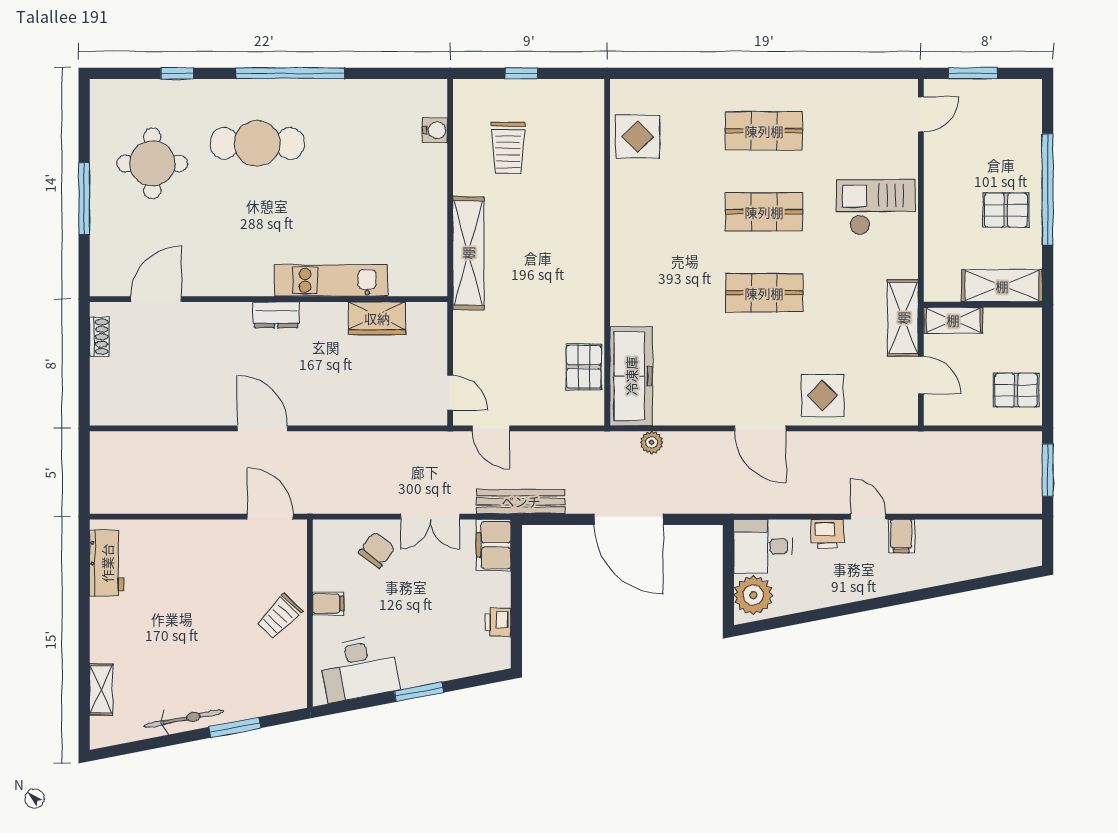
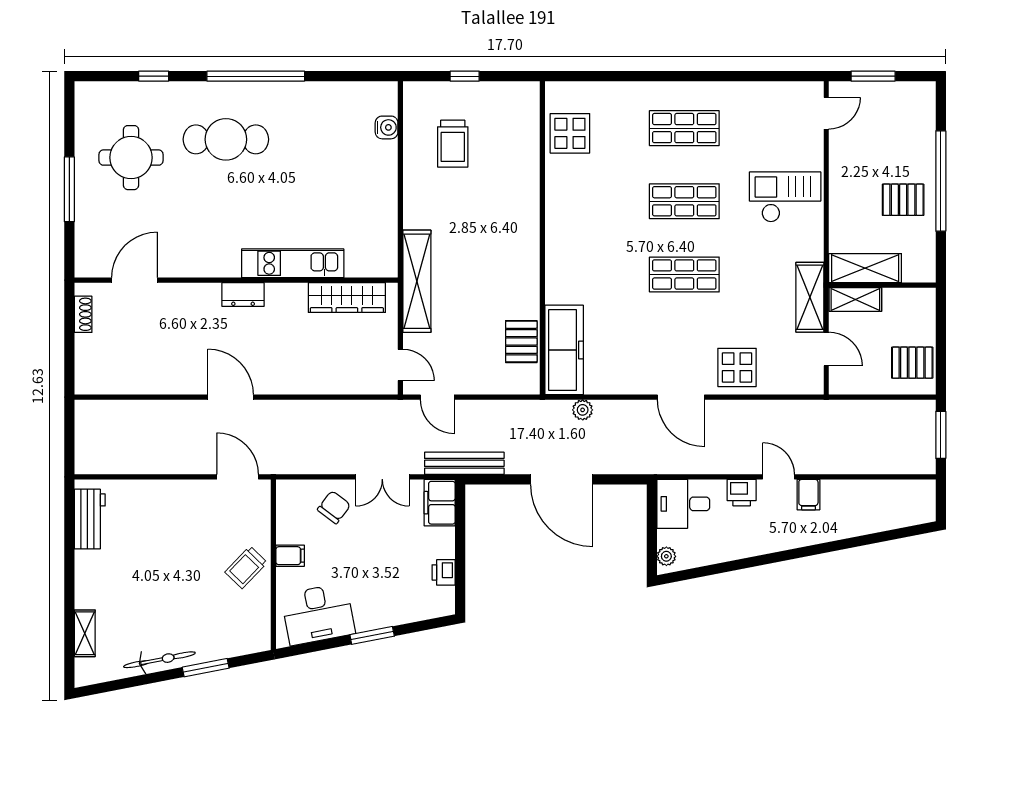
shelving: (468, 253) -> (417, 281), moved
shelving: (1002, 286) -> (865, 268), moved
wardrobe: (377, 318) -> (347, 298), width x1.50
plant: (753, 595) -> (666, 556), width x0.53, depth x0.53

